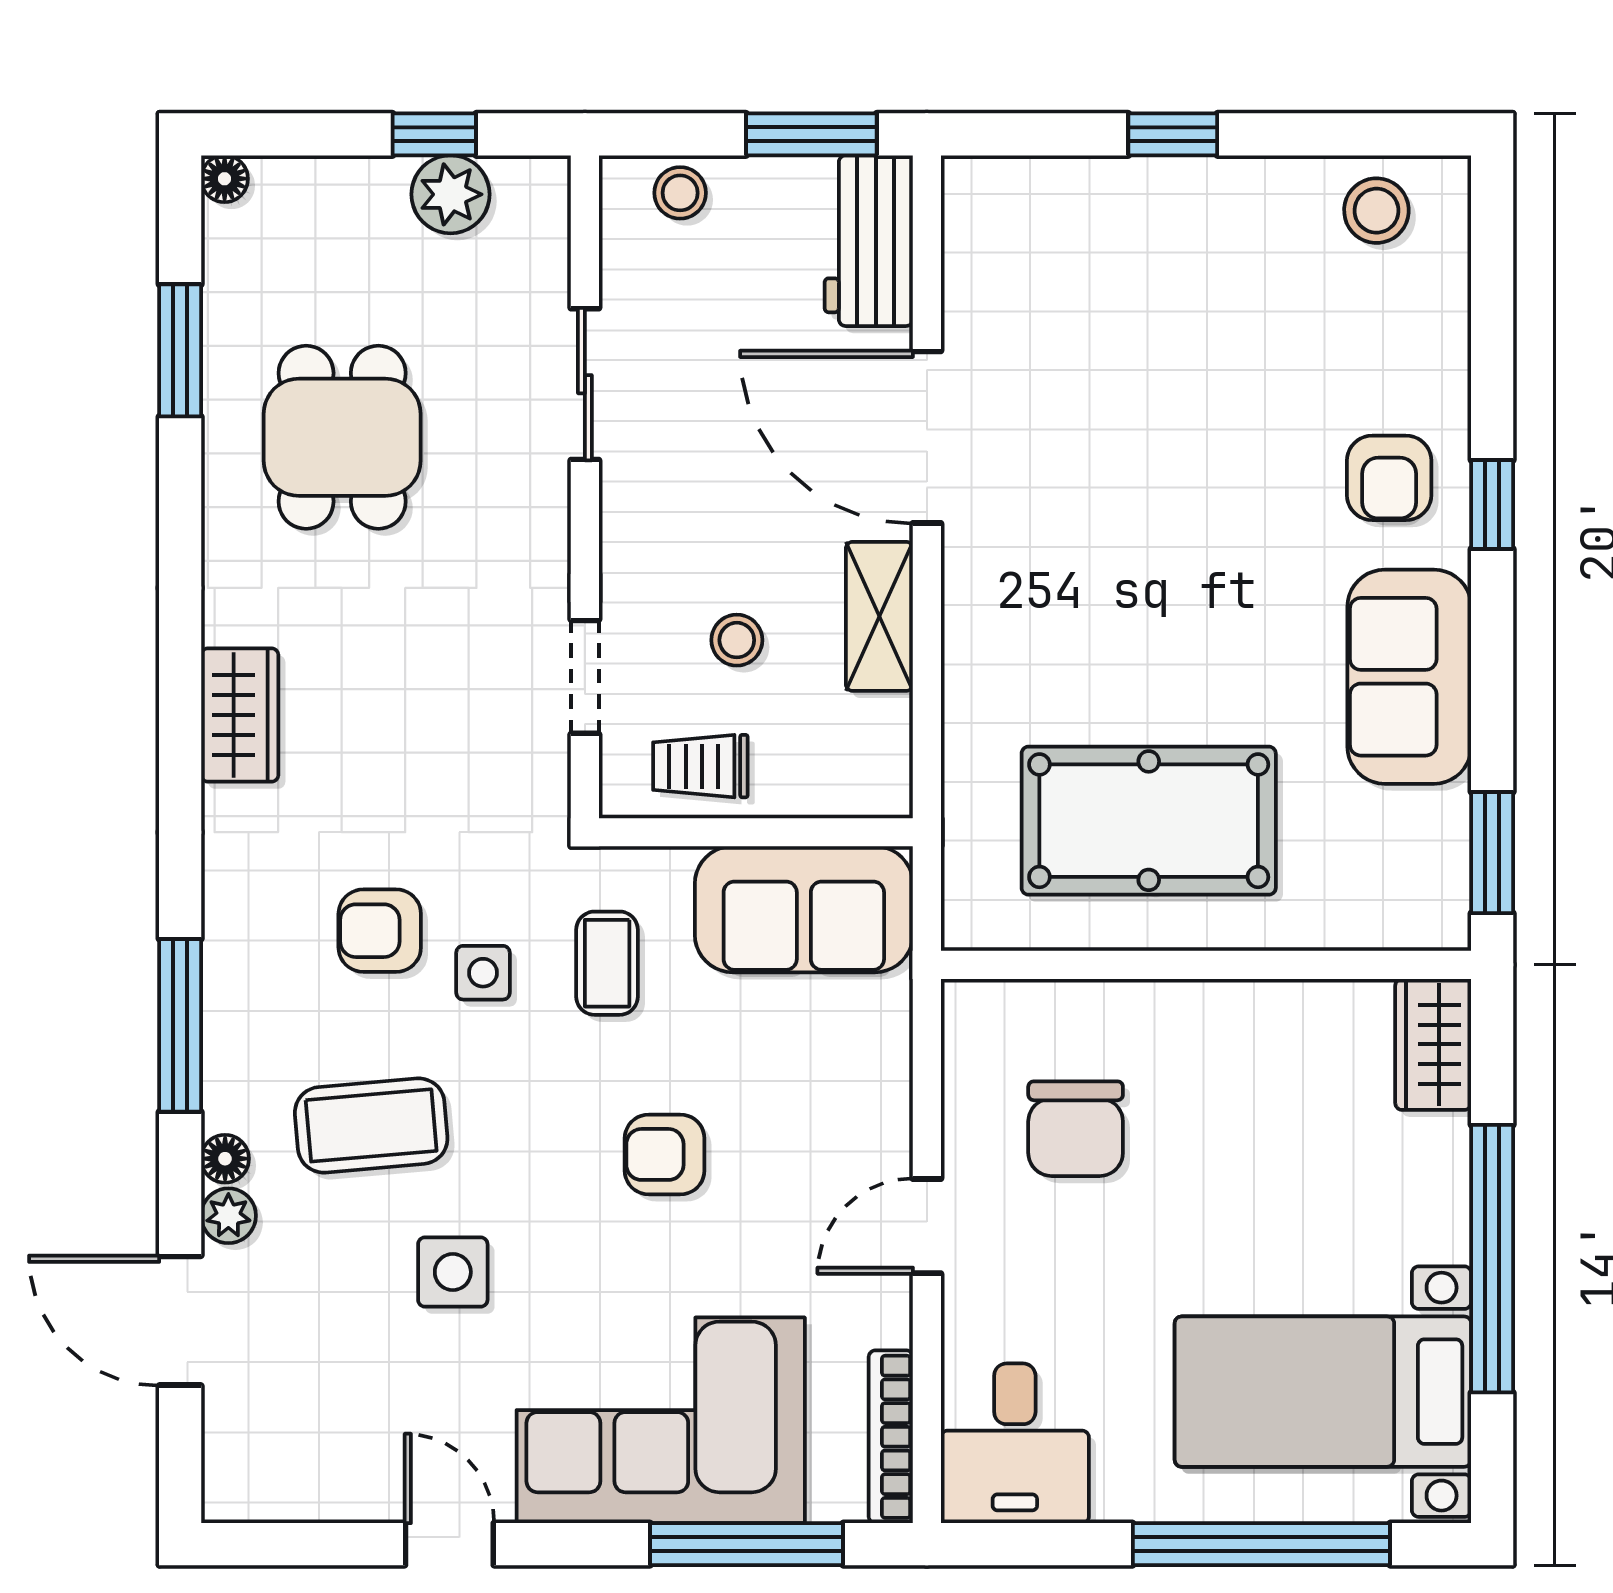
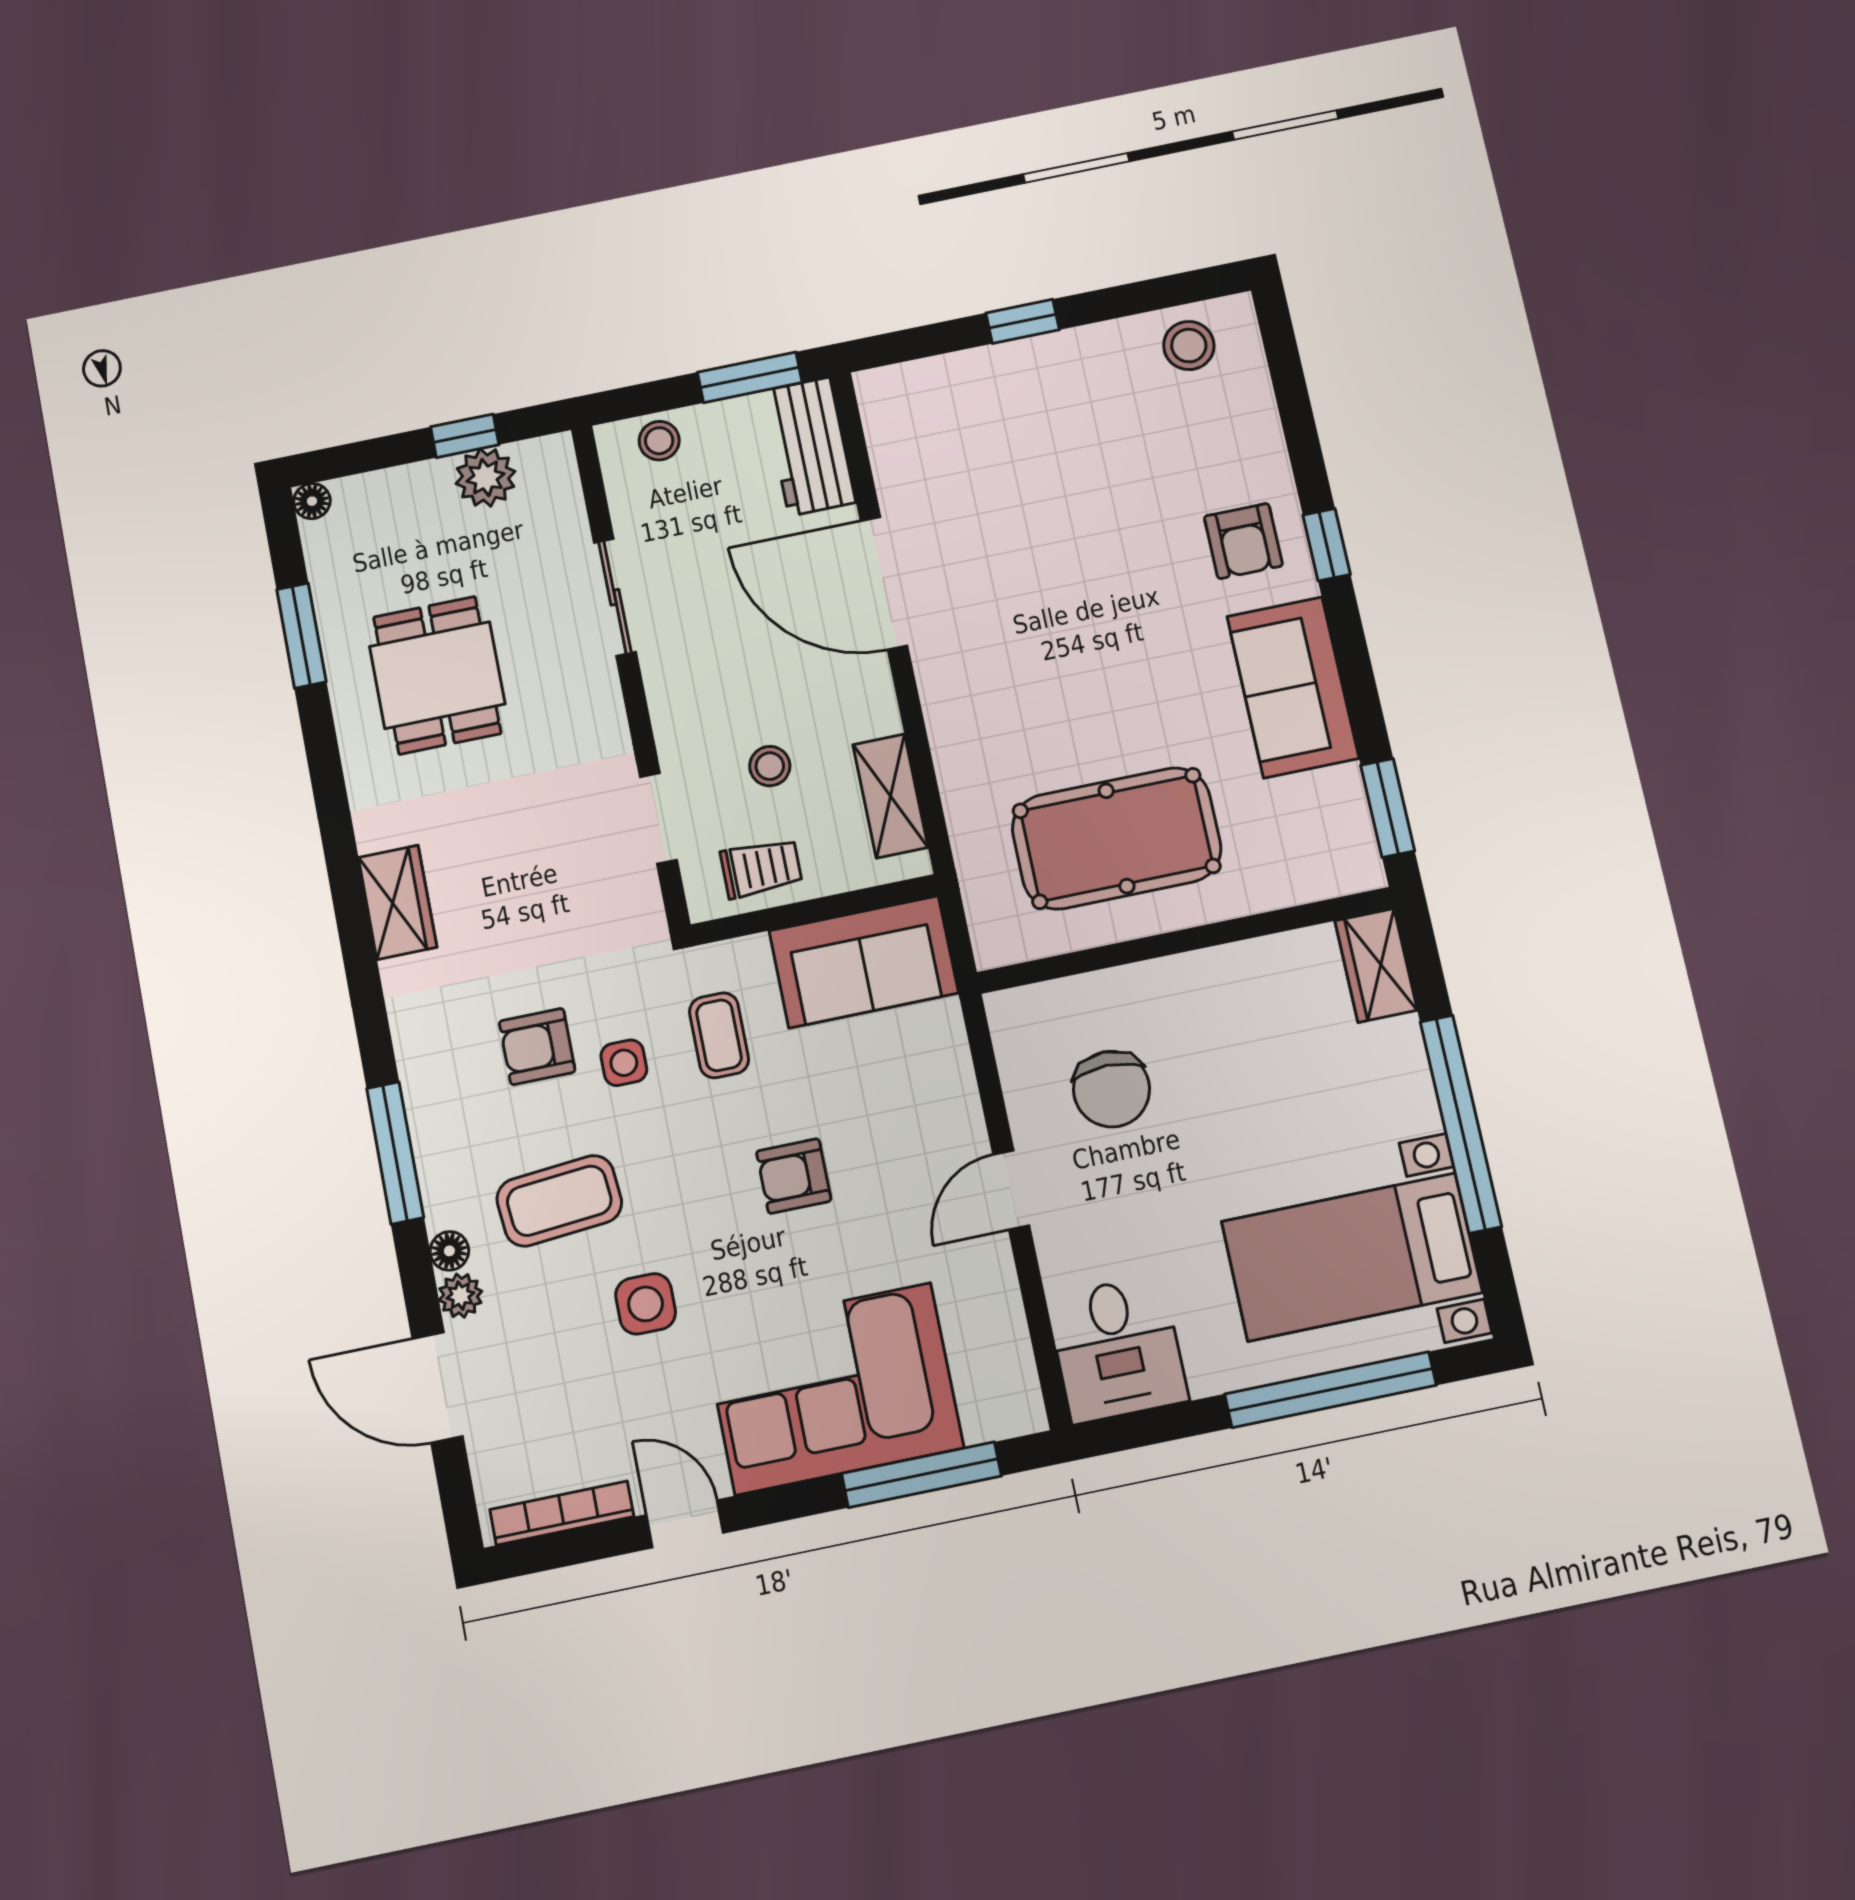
shelving: (879, 616) -> (890, 796), moved
trolley: (700, 766) -> (761, 868), turned 180
bookcase: (891, 1437) -> (562, 1513), moved, turned 90

